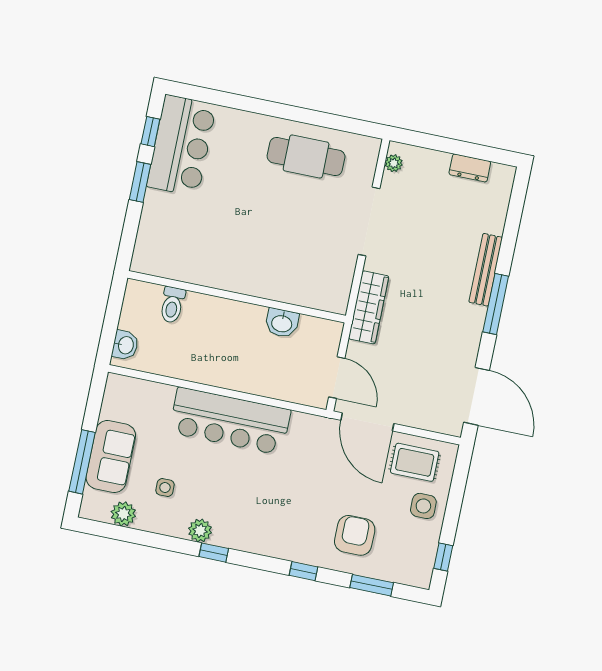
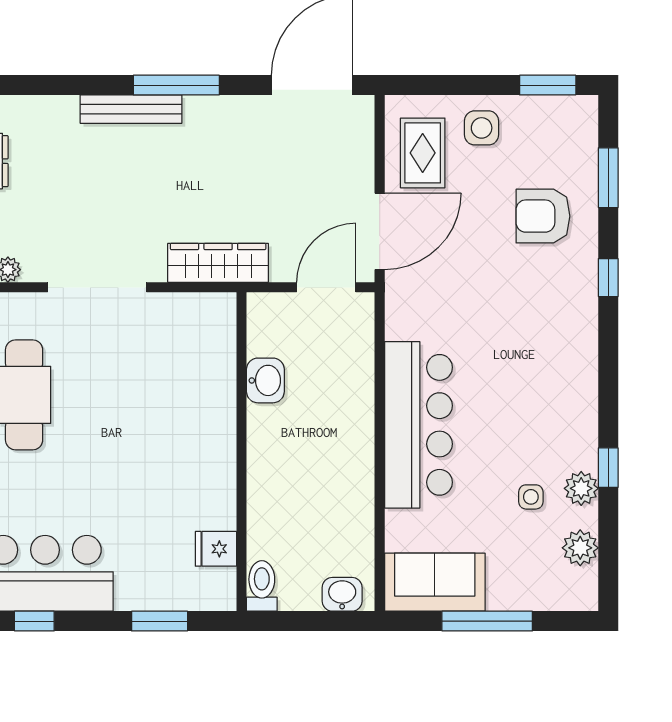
window: (140, 182) -> (160, 621), moved
fridge: (174, 266) -> (216, 549), added
toilet: (172, 305) -> (262, 586), moved, turned -90
sofa: (111, 456) -> (435, 582), moved
window: (82, 462) -> (487, 621), moved
plant: (200, 531) -> (581, 488), moved
window: (214, 553) -> (608, 468), moved
window: (443, 557) -> (548, 85), width x1.50

